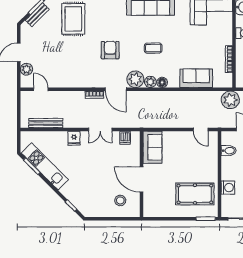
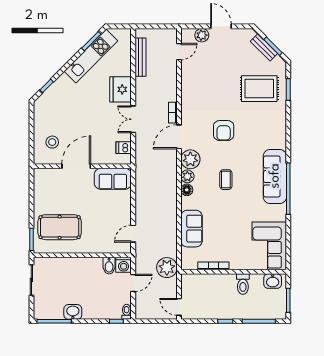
armchair: (110, 50) -> (224, 131), turned 90
fridge: (74, 138) -> (121, 89), width x1.88, depth x1.34
washing machine: (228, 188) -> (124, 265), moved
pool table: (195, 194) -> (60, 227), turned 90

